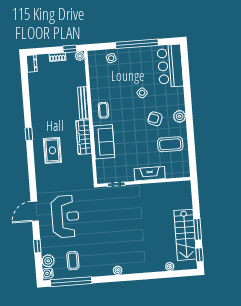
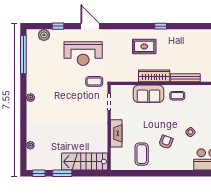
plant: (180, 116) -> (166, 165), removed
stairs: (185, 235) -> (85, 162), moved
coffee table: (73, 261) -> (94, 81), moved
water cooler: (48, 273) -> (33, 34), removed

